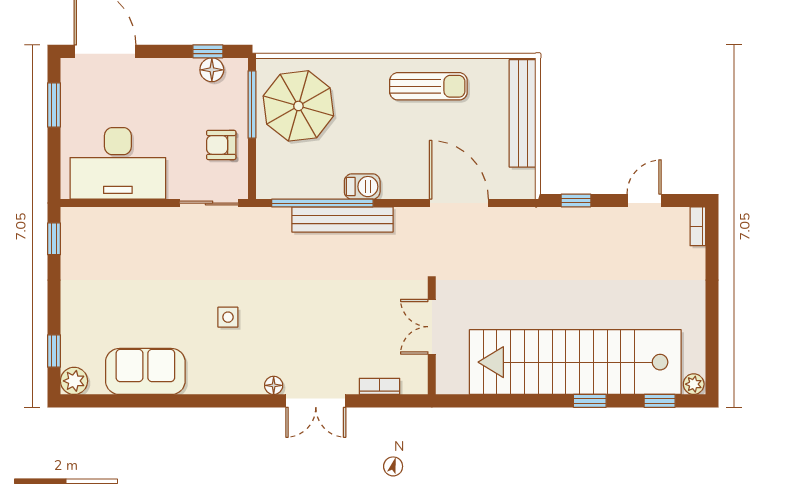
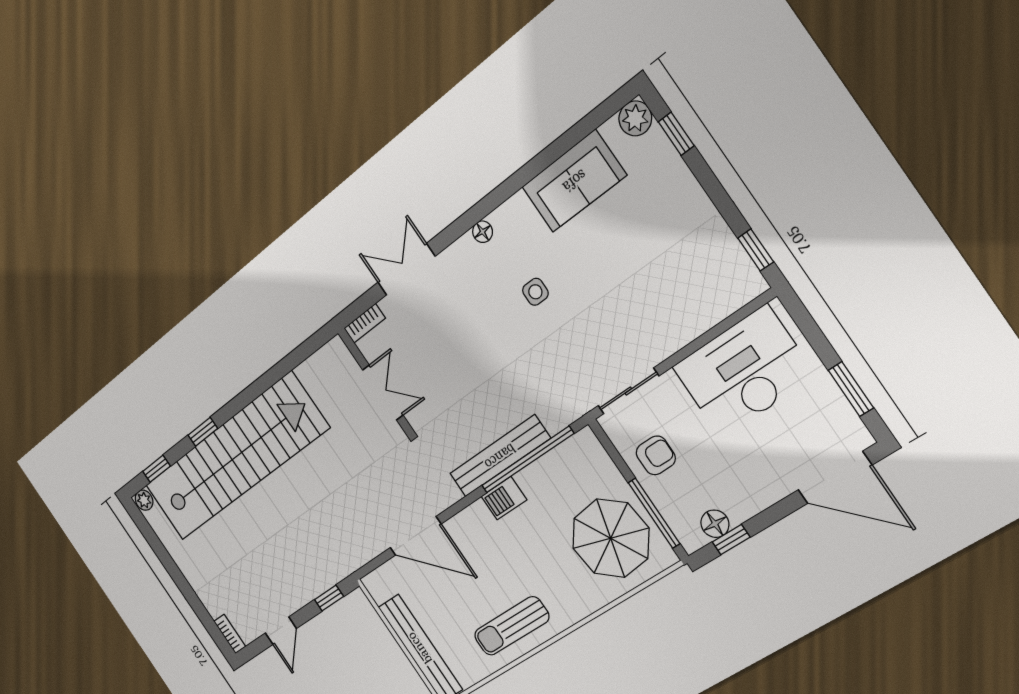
double door: (432, 327) -> (383, 393), moved
wall: (432, 339) -> (375, 381), moved
floor lamp: (274, 385) -> (483, 232), moved

